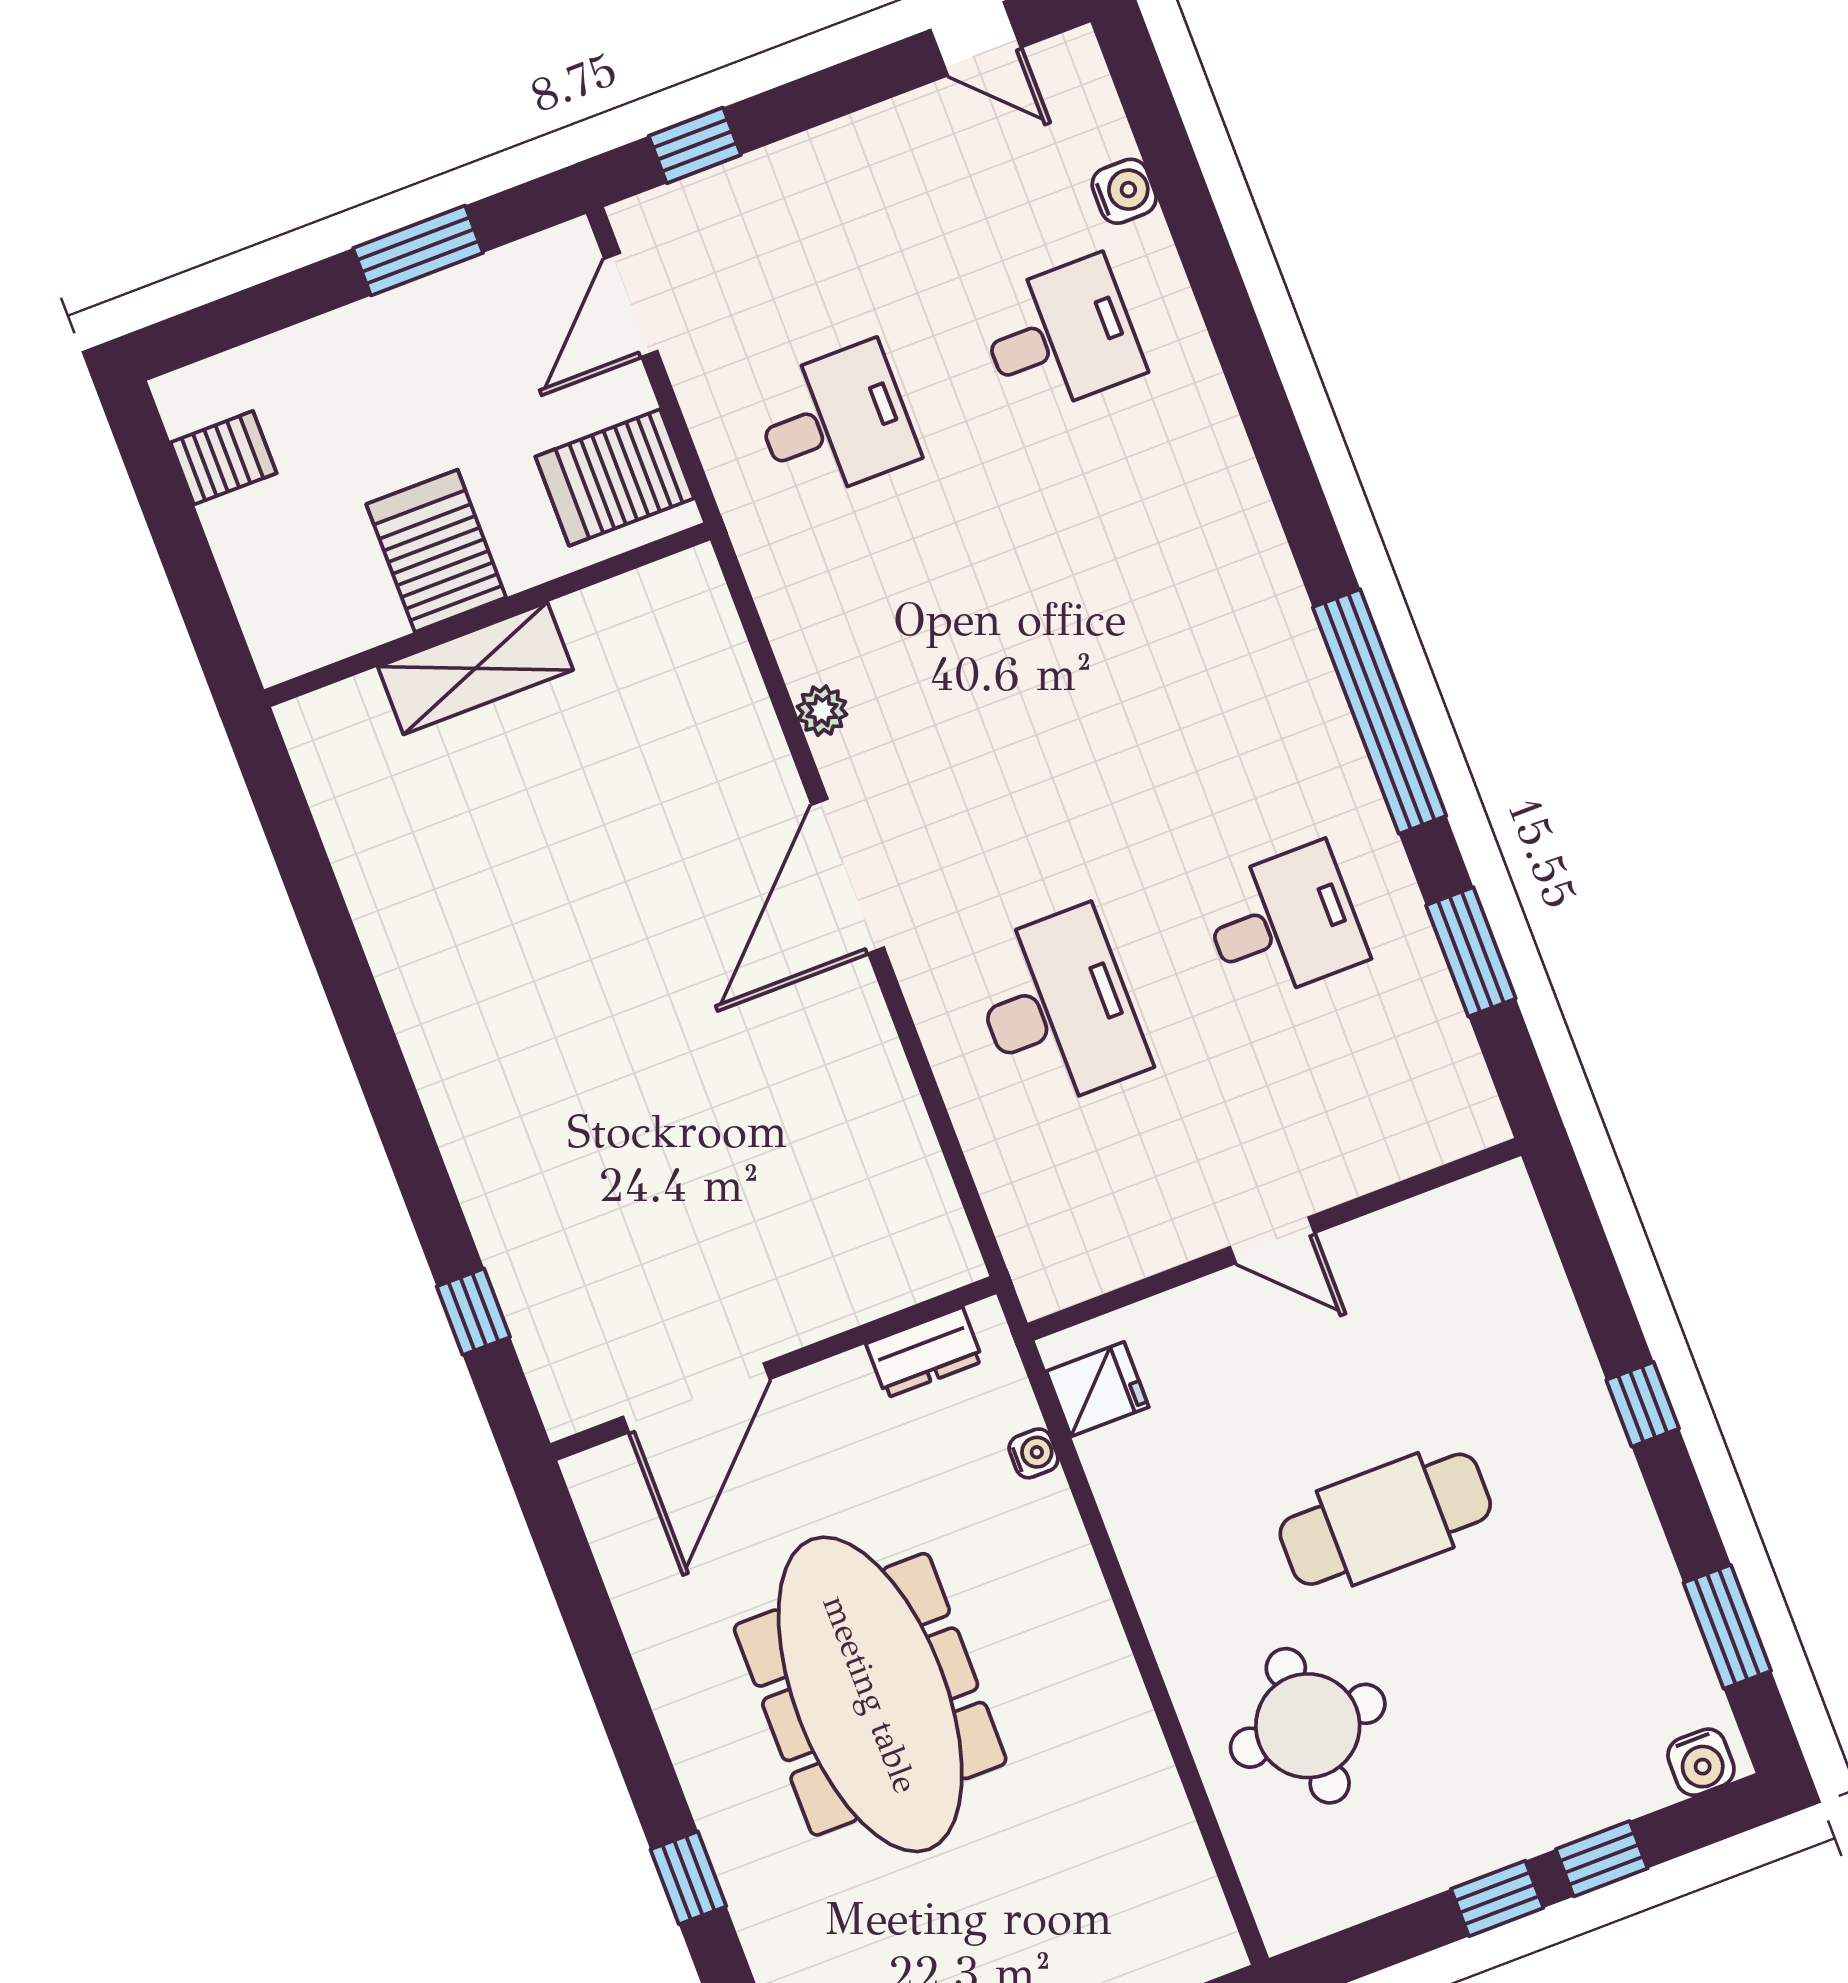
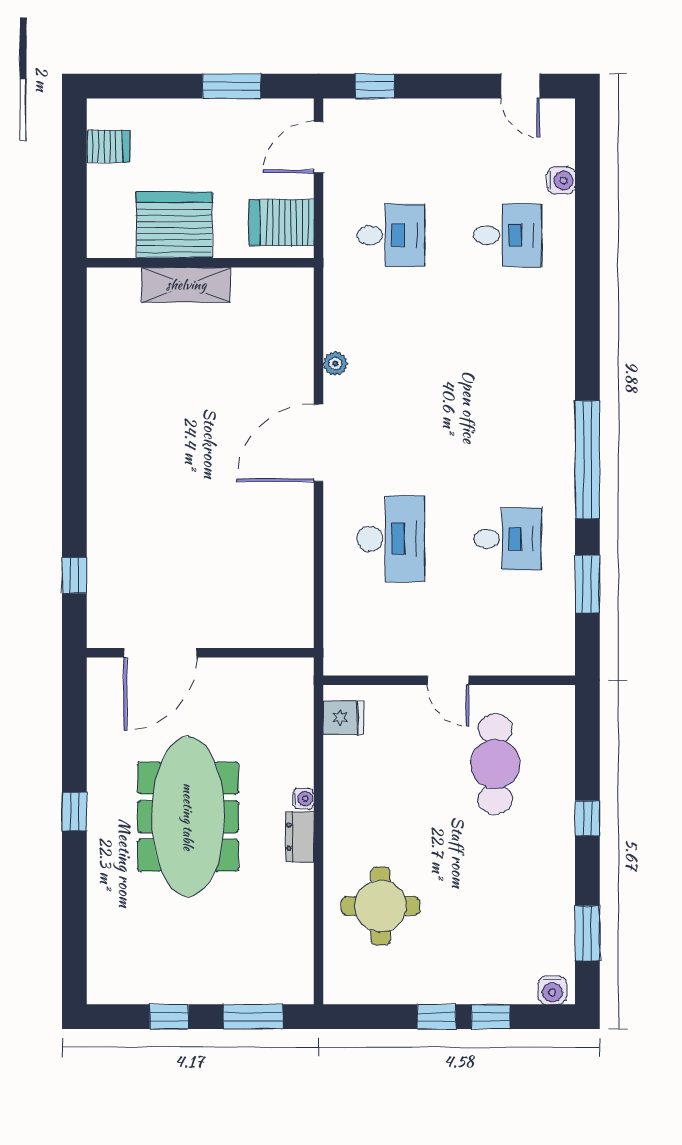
server rack: (436, 551) -> (174, 225), width x1.60
dresser: (924, 1353) -> (300, 837), moved, turned 90
water cooler: (1034, 1453) -> (303, 799), moved
cafe table: (1385, 1519) -> (495, 764), moved, turned 90
window: (688, 1878) -> (74, 812), moved

